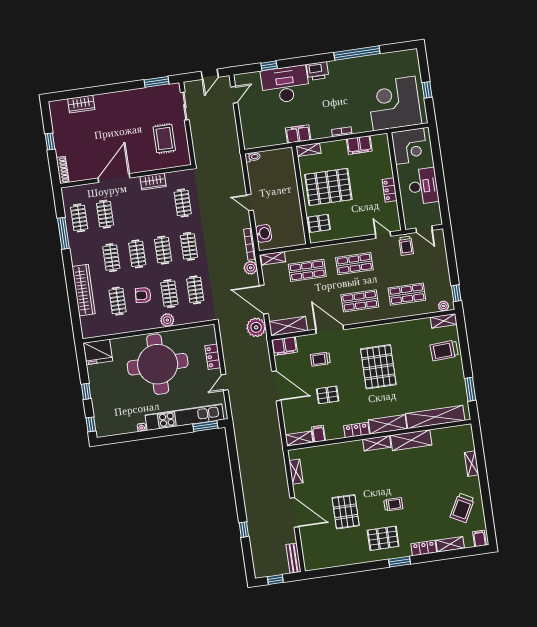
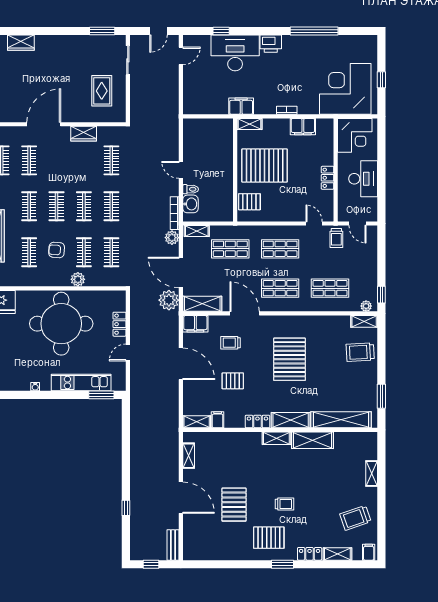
toilet: (253, 157) -> (191, 189), moved
kitchen unit: (184, 417) -> (81, 383), width x0.73
trolley: (462, 508) -> (355, 518), turned 43

